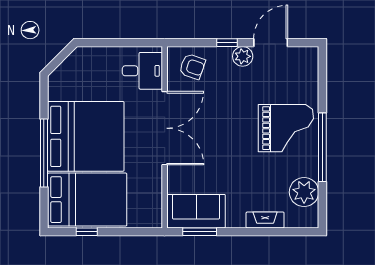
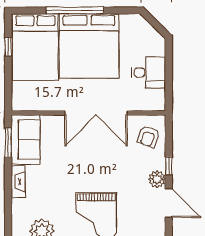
desk: (142, 71) -> (149, 73), moved, turned -90
fireplace: (265, 220) -> (18, 182), moved

